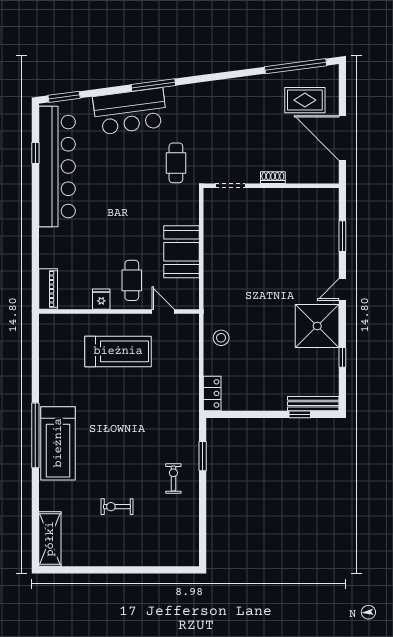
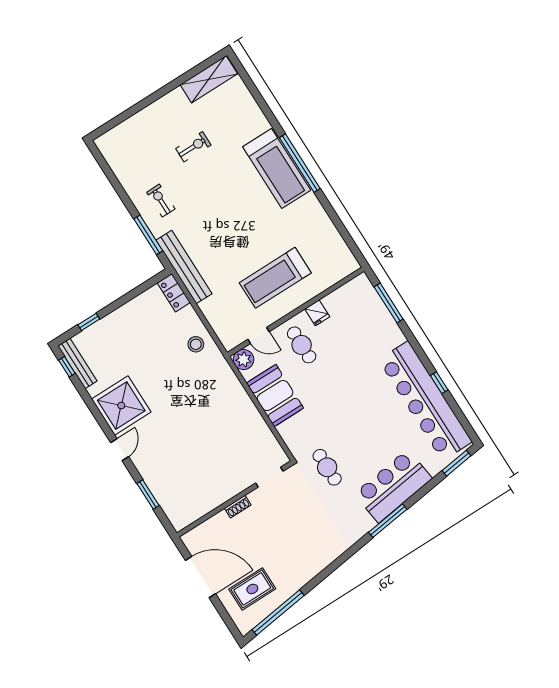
window: (35, 153) -> (439, 383), moved
window: (35, 269) -> (389, 303), added
piano: (48, 289) -> (367, 293), removed
plant: (189, 299) -> (243, 360), added
window: (342, 357) -> (67, 367), moved
bench: (313, 404) -> (77, 363), moved, turned 90
bench: (190, 410) -> (184, 267), added
treadmill: (58, 443) -> (277, 168), turned 180
window: (203, 456) -> (148, 235), width x1.44
exercise bike: (173, 478) -> (161, 201), turned 180
shelving: (50, 539) -> (209, 79), moved, turned 90

